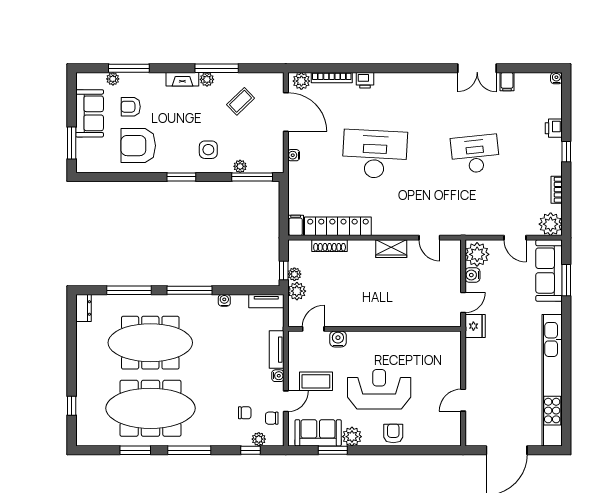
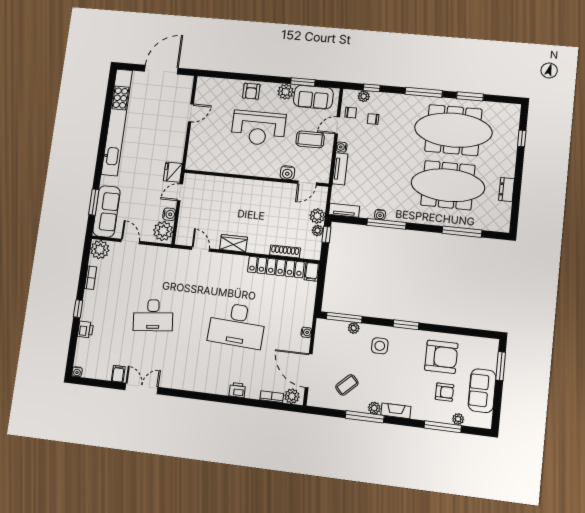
bookcase: (332, 78) -> (272, 397), width x0.64
window: (190, 290) -> (386, 224), moved
dresser: (83, 308) -> (507, 189), moved

